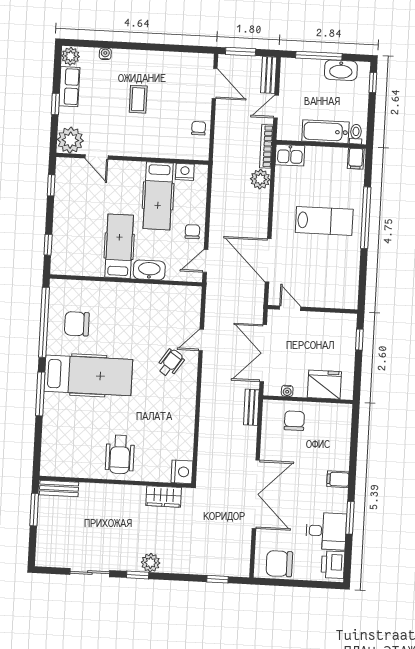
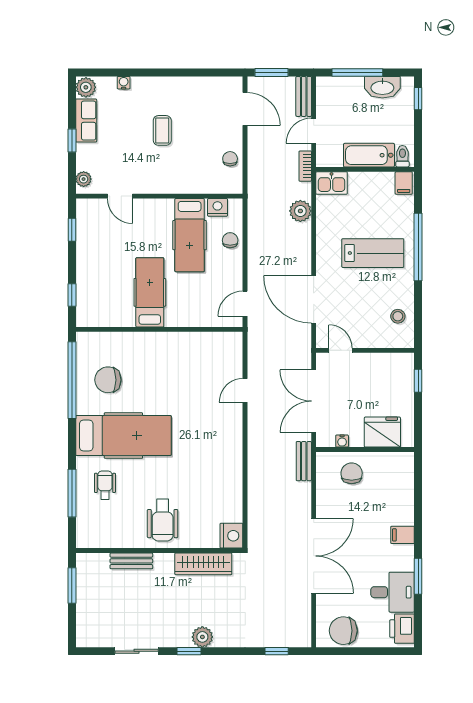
plant: (70, 140) -> (84, 179), width x0.53, depth x0.53
bookcase: (266, 146) -> (305, 166), width x0.64
chair: (192, 232) -> (230, 240), moved
washbasin: (149, 270) -> (184, 317), removed
stool: (344, 280) -> (398, 316), added
wheelchair: (170, 363) -> (105, 485), moved, turned -34
window: (40, 394) -> (72, 493), moved
bench: (59, 488) -> (131, 561), moved
wardrobe: (164, 497) -> (203, 564), width x1.50

